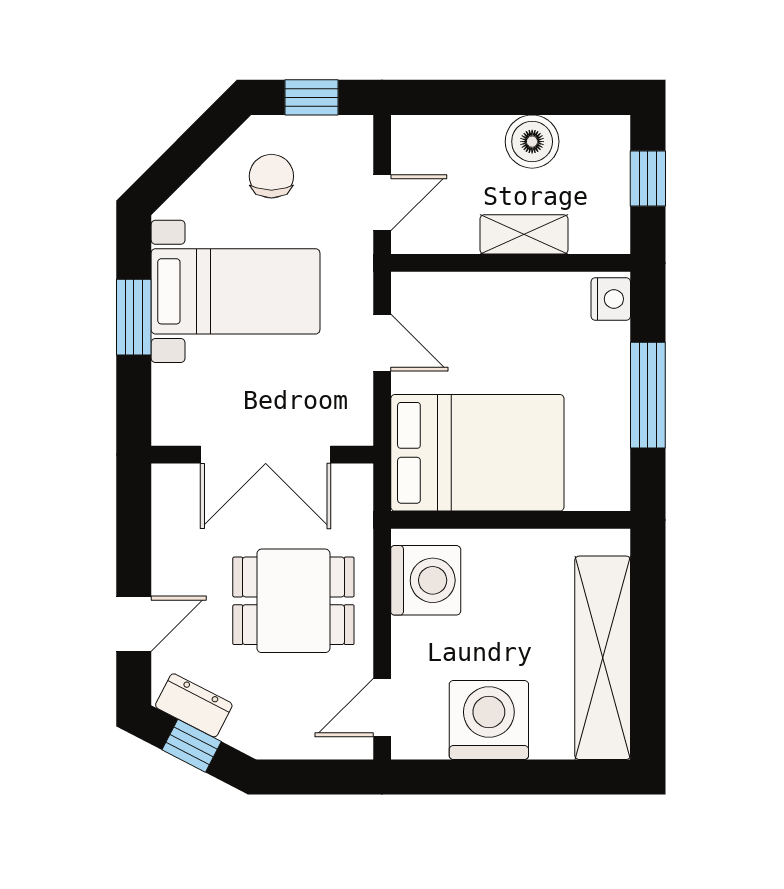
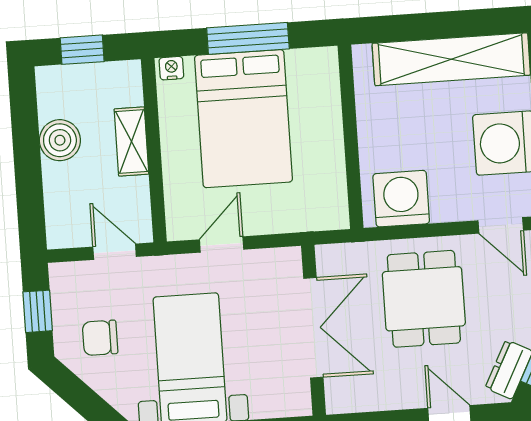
nightstand: (611, 299) -> (171, 68), width x0.72, depth x0.74
bed: (477, 453) -> (243, 119), moved, turned 180

